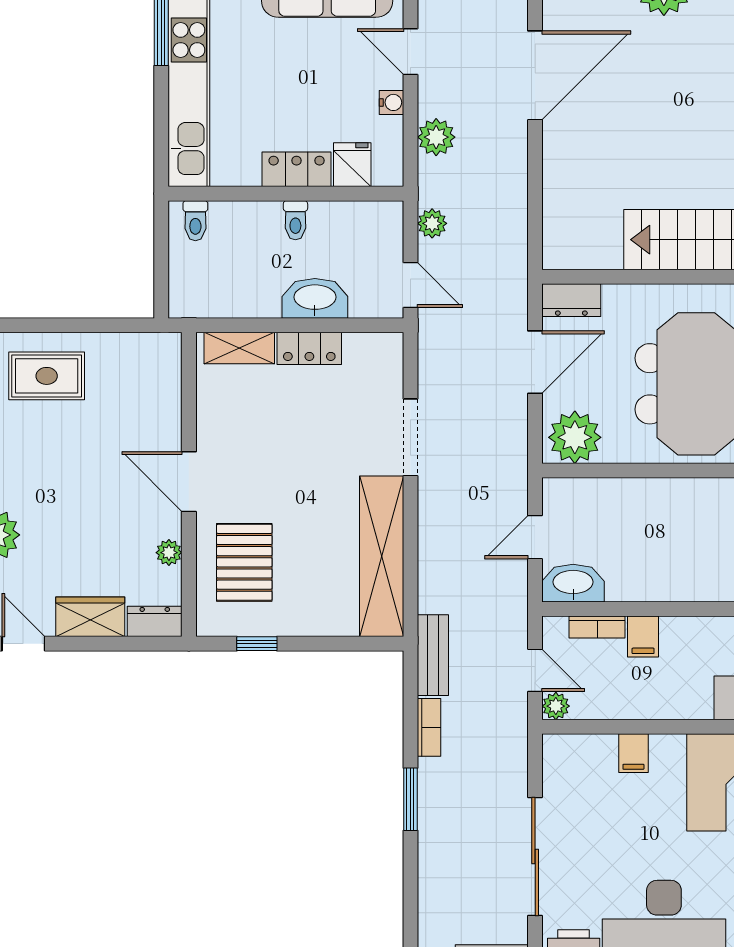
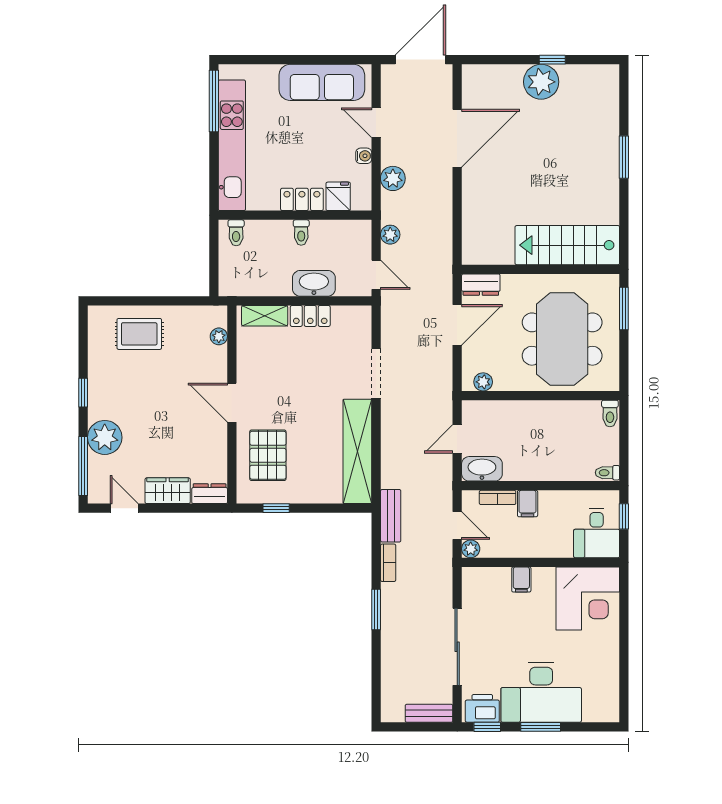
plant: (575, 437) -> (483, 382), width x0.53, depth x0.53
plant: (169, 553) -> (219, 336), moved

